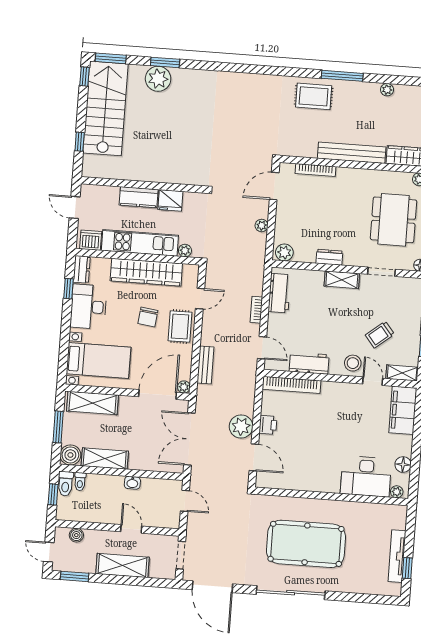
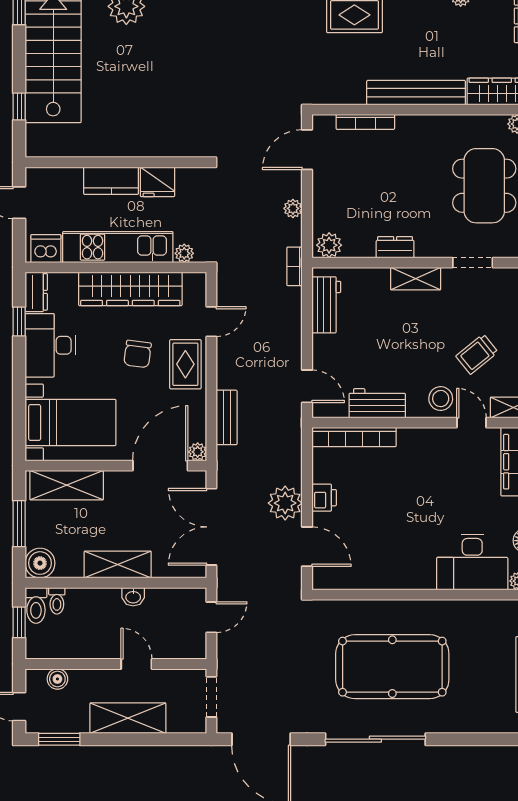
bookcase: (256, 310) -> (295, 266), moved
shelving: (105, 459) -> (118, 565), moved
door: (185, 501) -> (211, 617), hinge flipped

